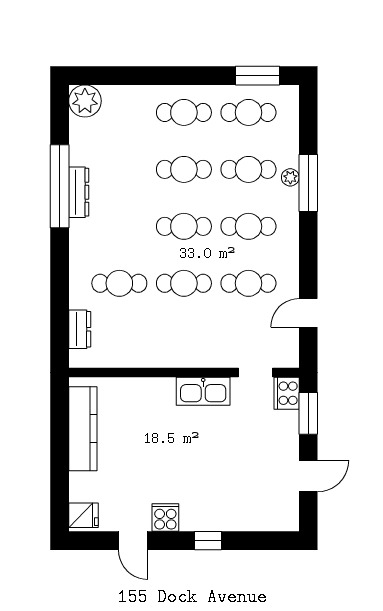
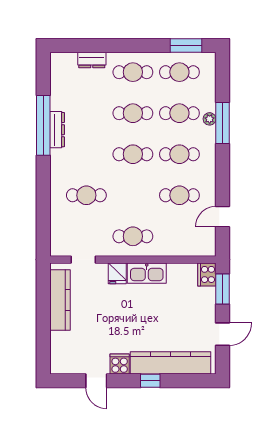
plant: (85, 101) -> (62, 64), removed
cafe table: (184, 283) -> (133, 236), moved
dresser: (80, 329) -> (92, 60), moved, turned 90
doorway: (255, 373) -> (83, 260), moved
fridge: (83, 515) -> (117, 273), moved, turned 90
kitchen counter: (236, 516) -> (171, 363), added

